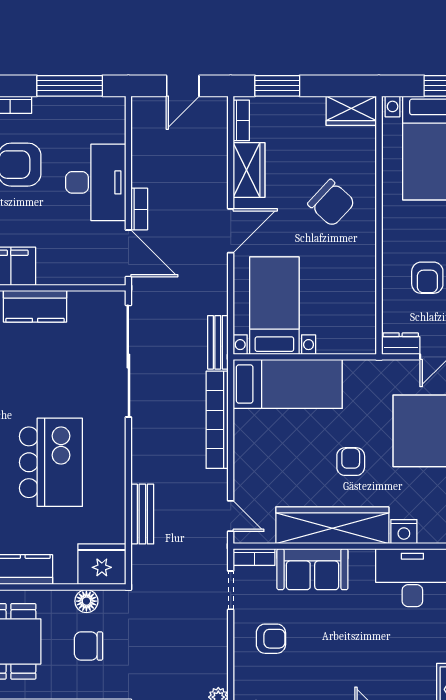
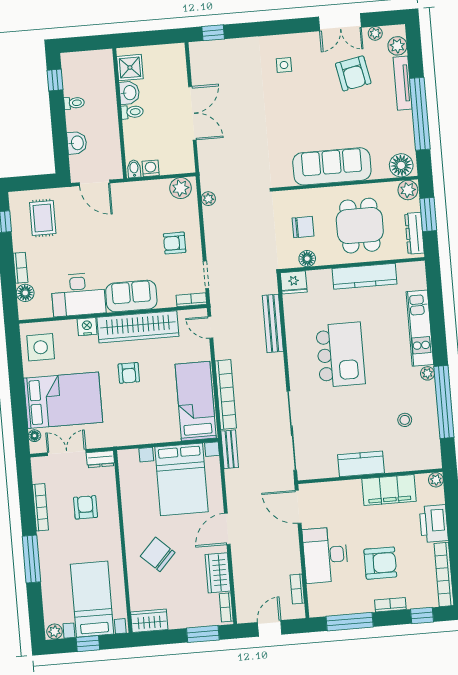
bookcase: (139, 209) -> (297, 589), moved
bed with nightstands: (274, 306) -> (181, 479), width x1.36
bed: (288, 384) -> (196, 401), moved, turned 90
kitchen island: (51, 462) -> (340, 355), turned 180
bench: (142, 514) -> (273, 323), width x1.36
fridge: (102, 564) -> (294, 282), width x0.73, depth x0.75
sofa: (312, 569) -> (131, 296), moved

